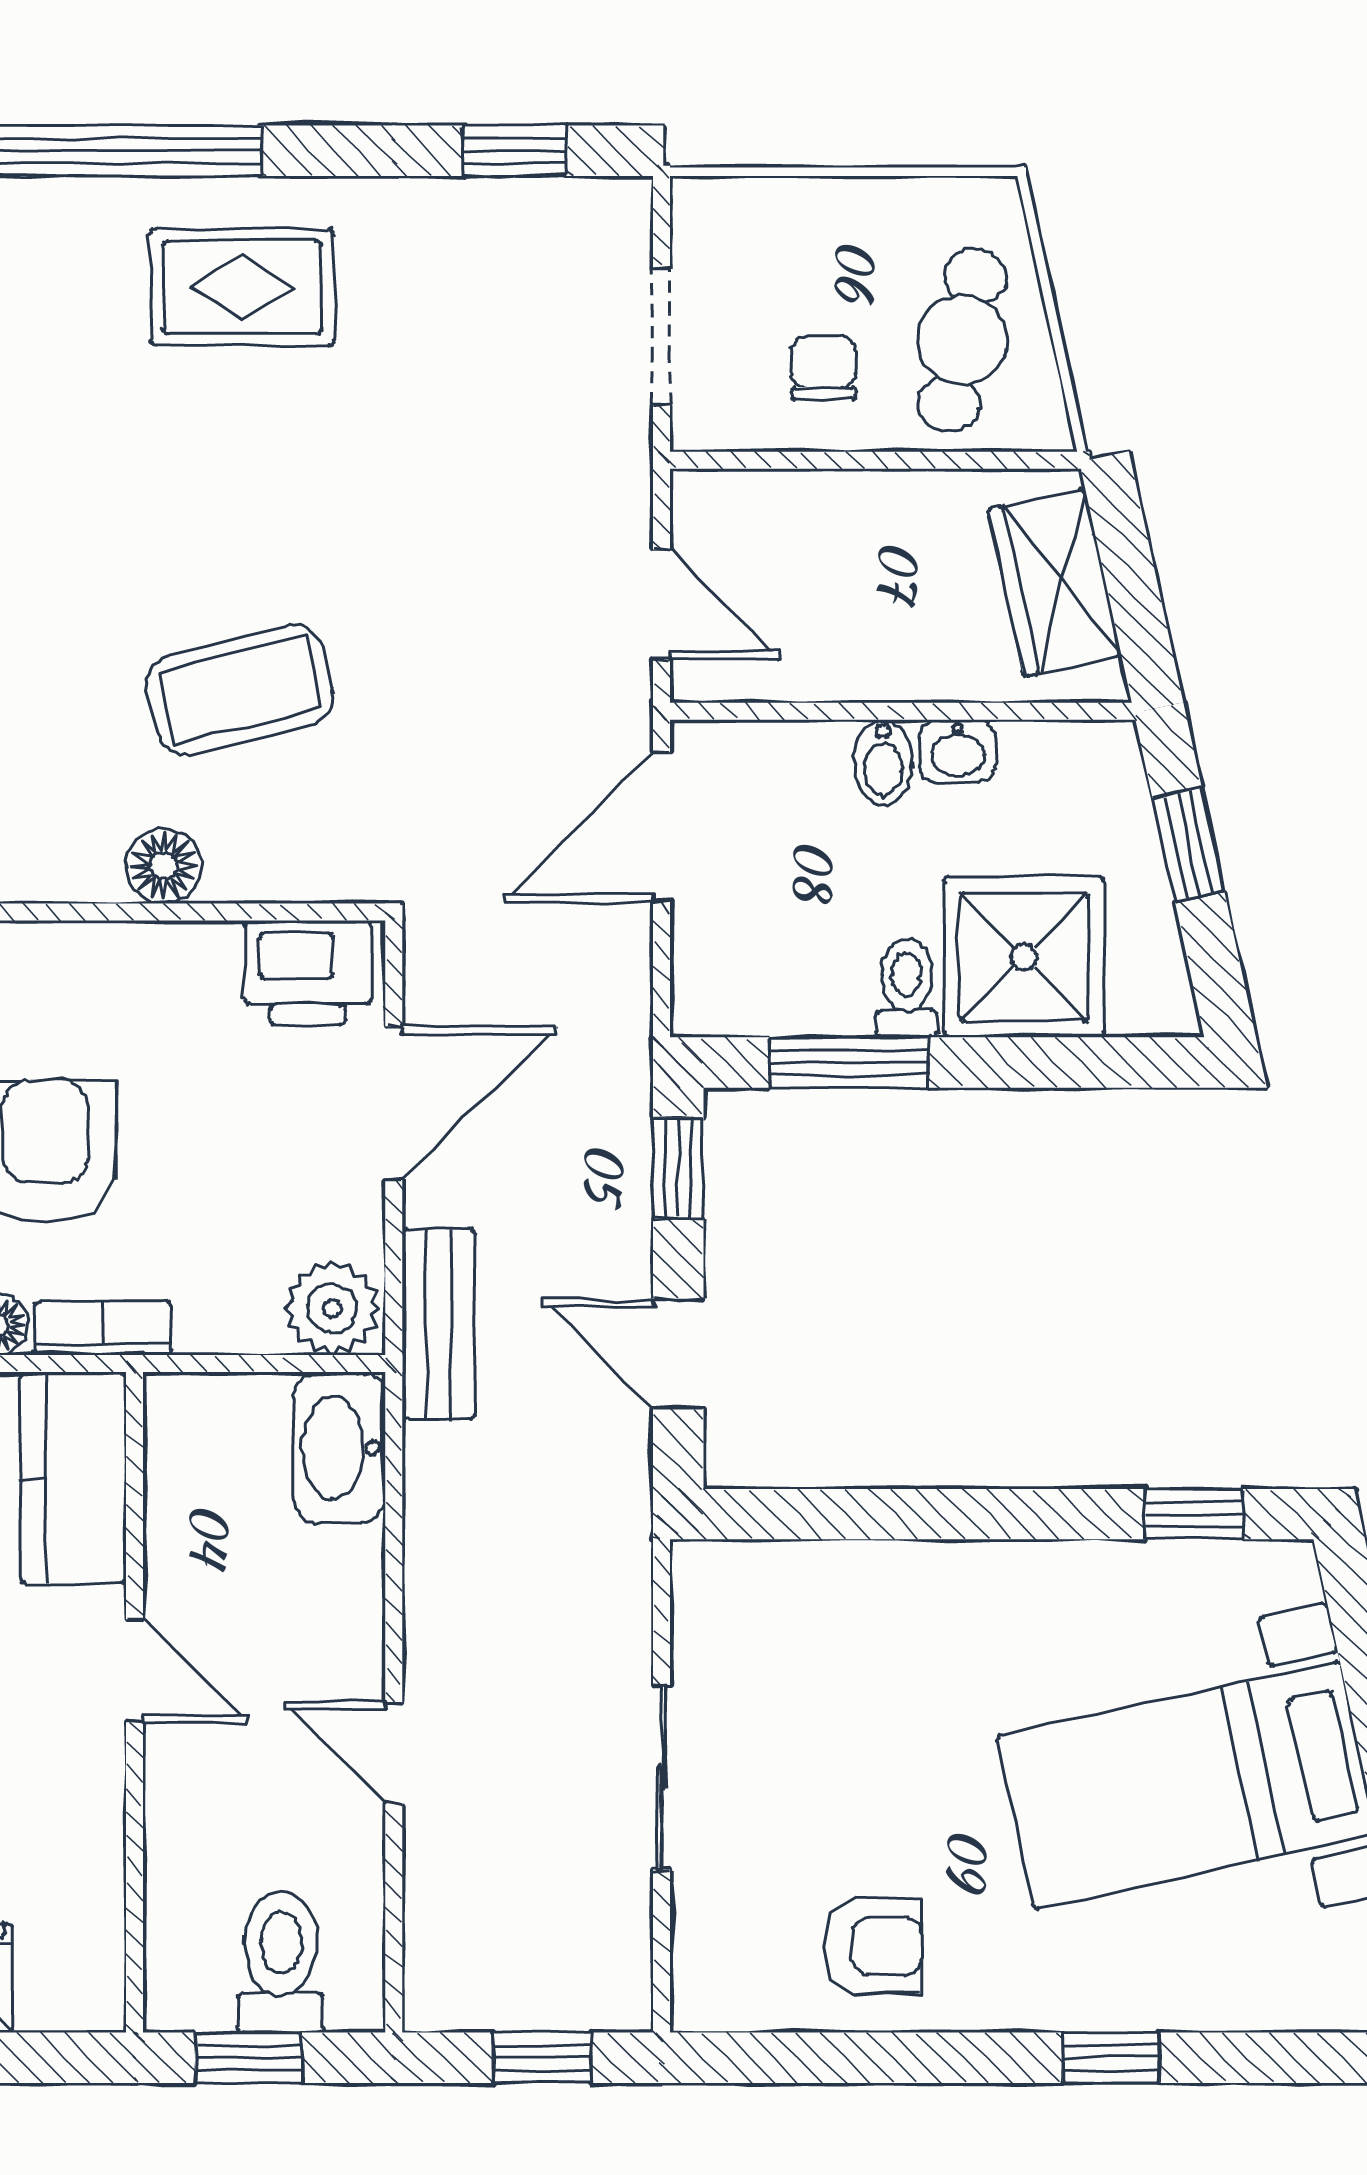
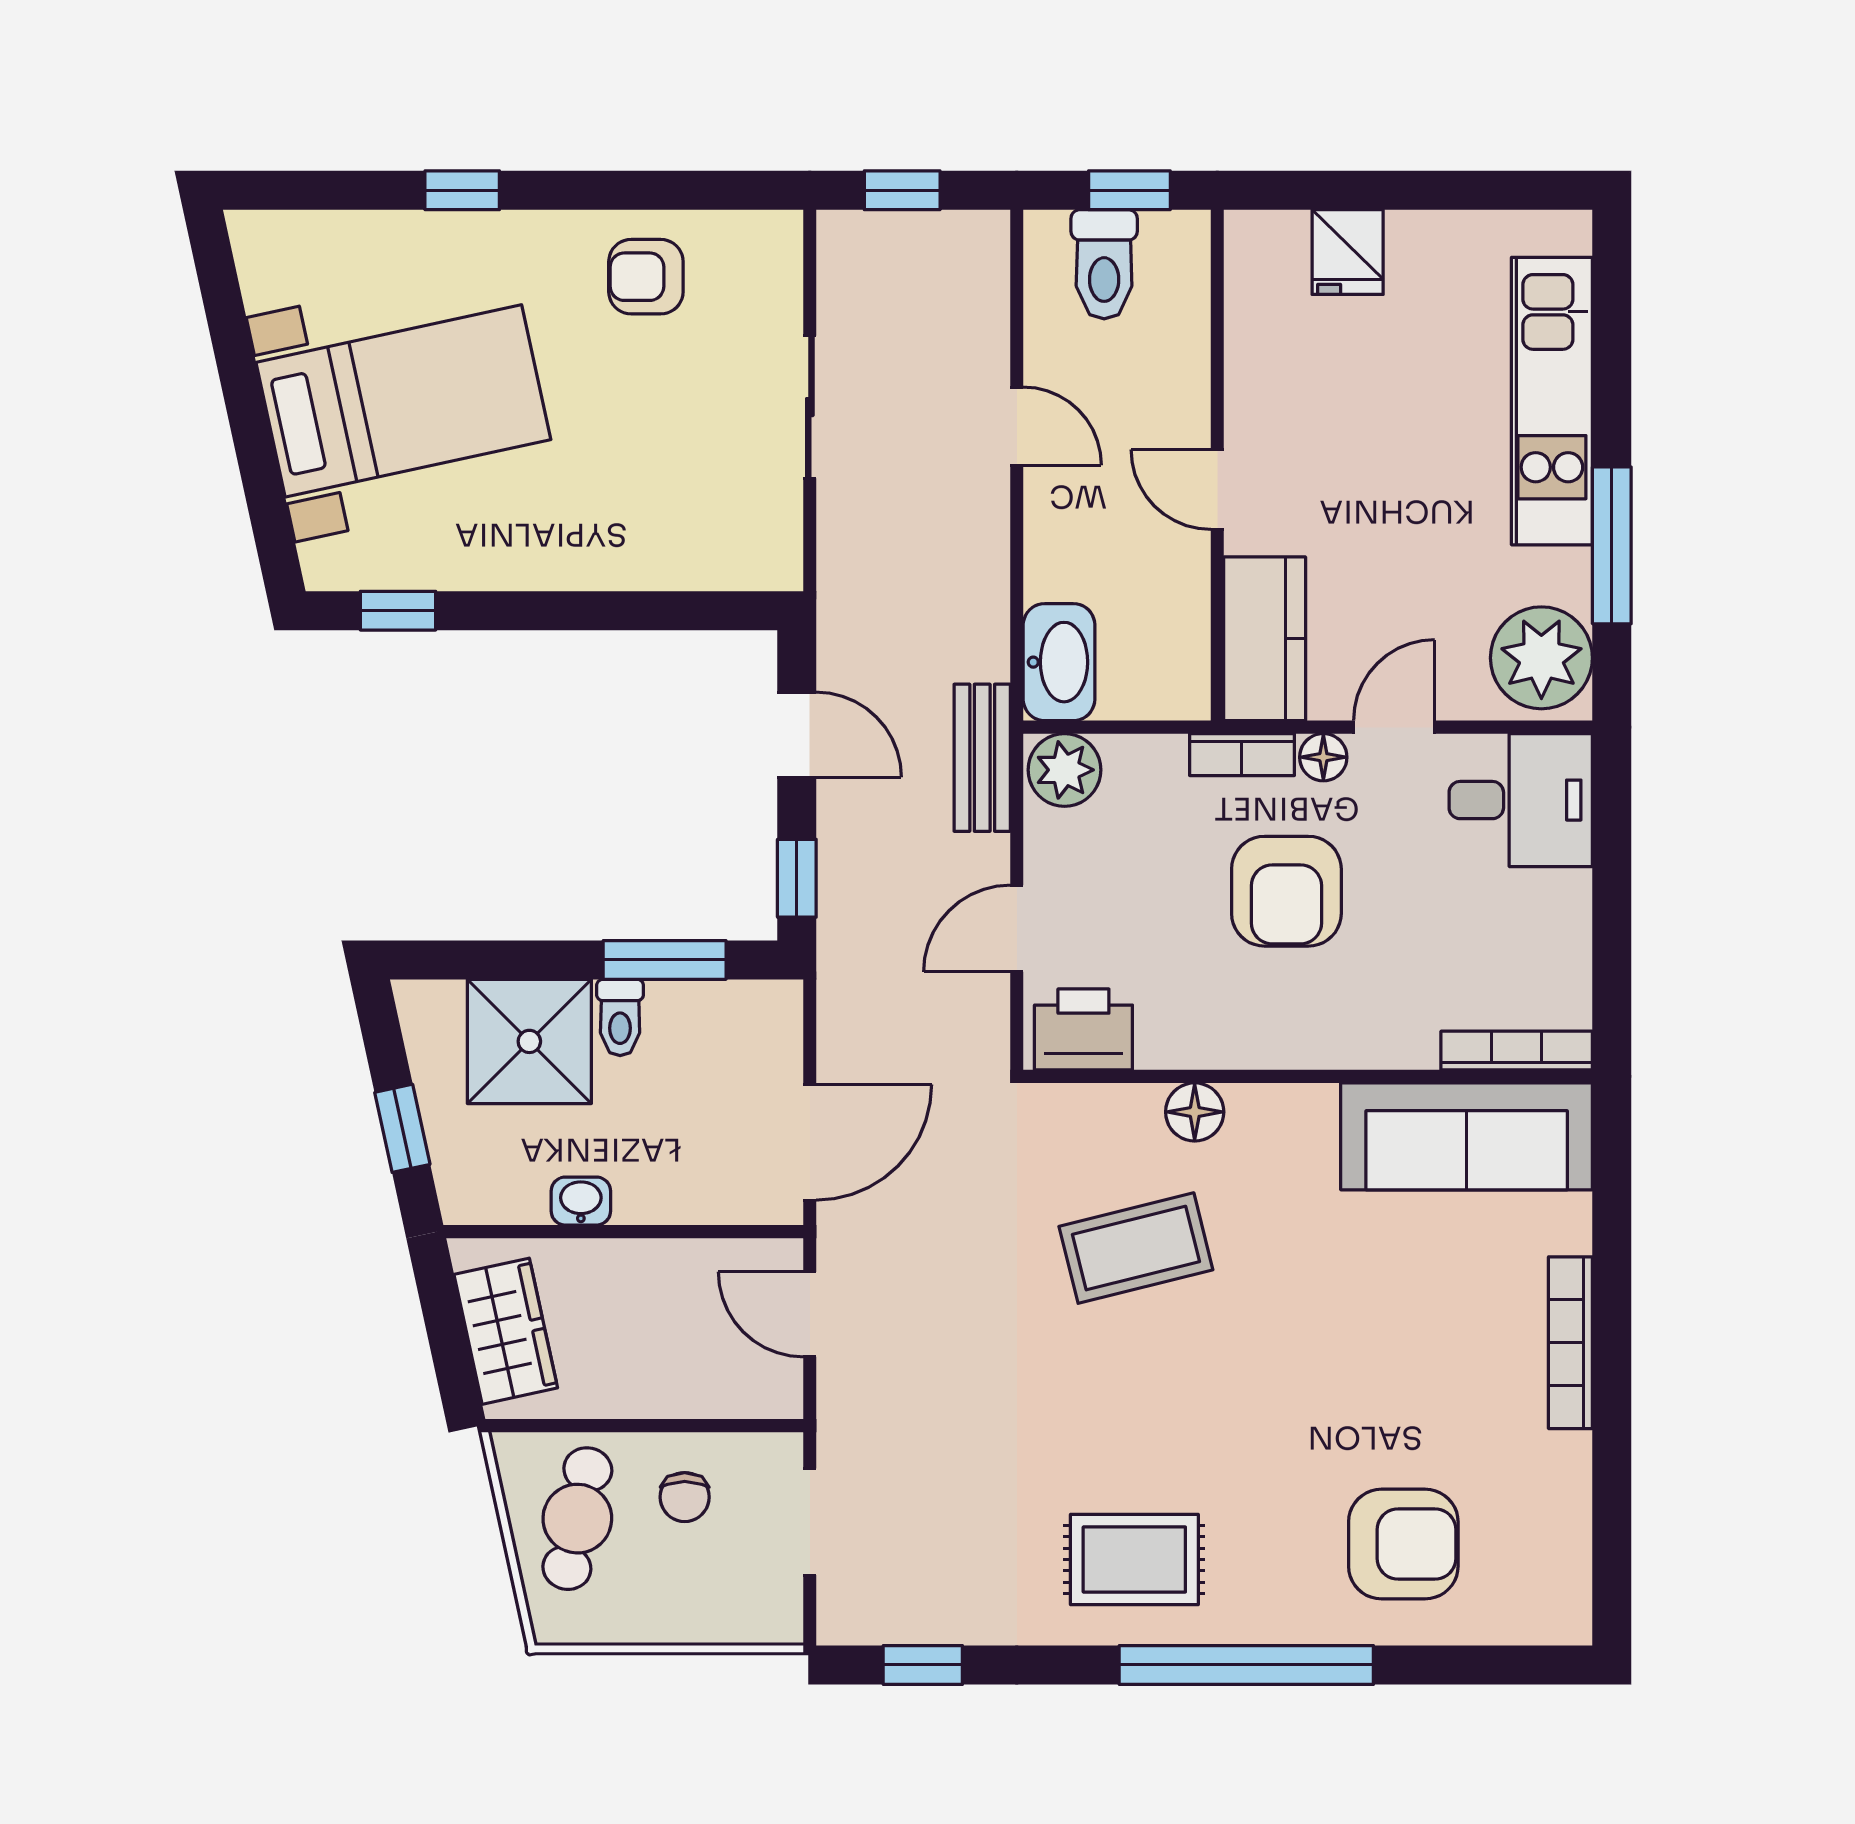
bidet: (883, 762) -> (638, 1192), removed
door: (394, 1103) -> (1017, 928), width x0.73

